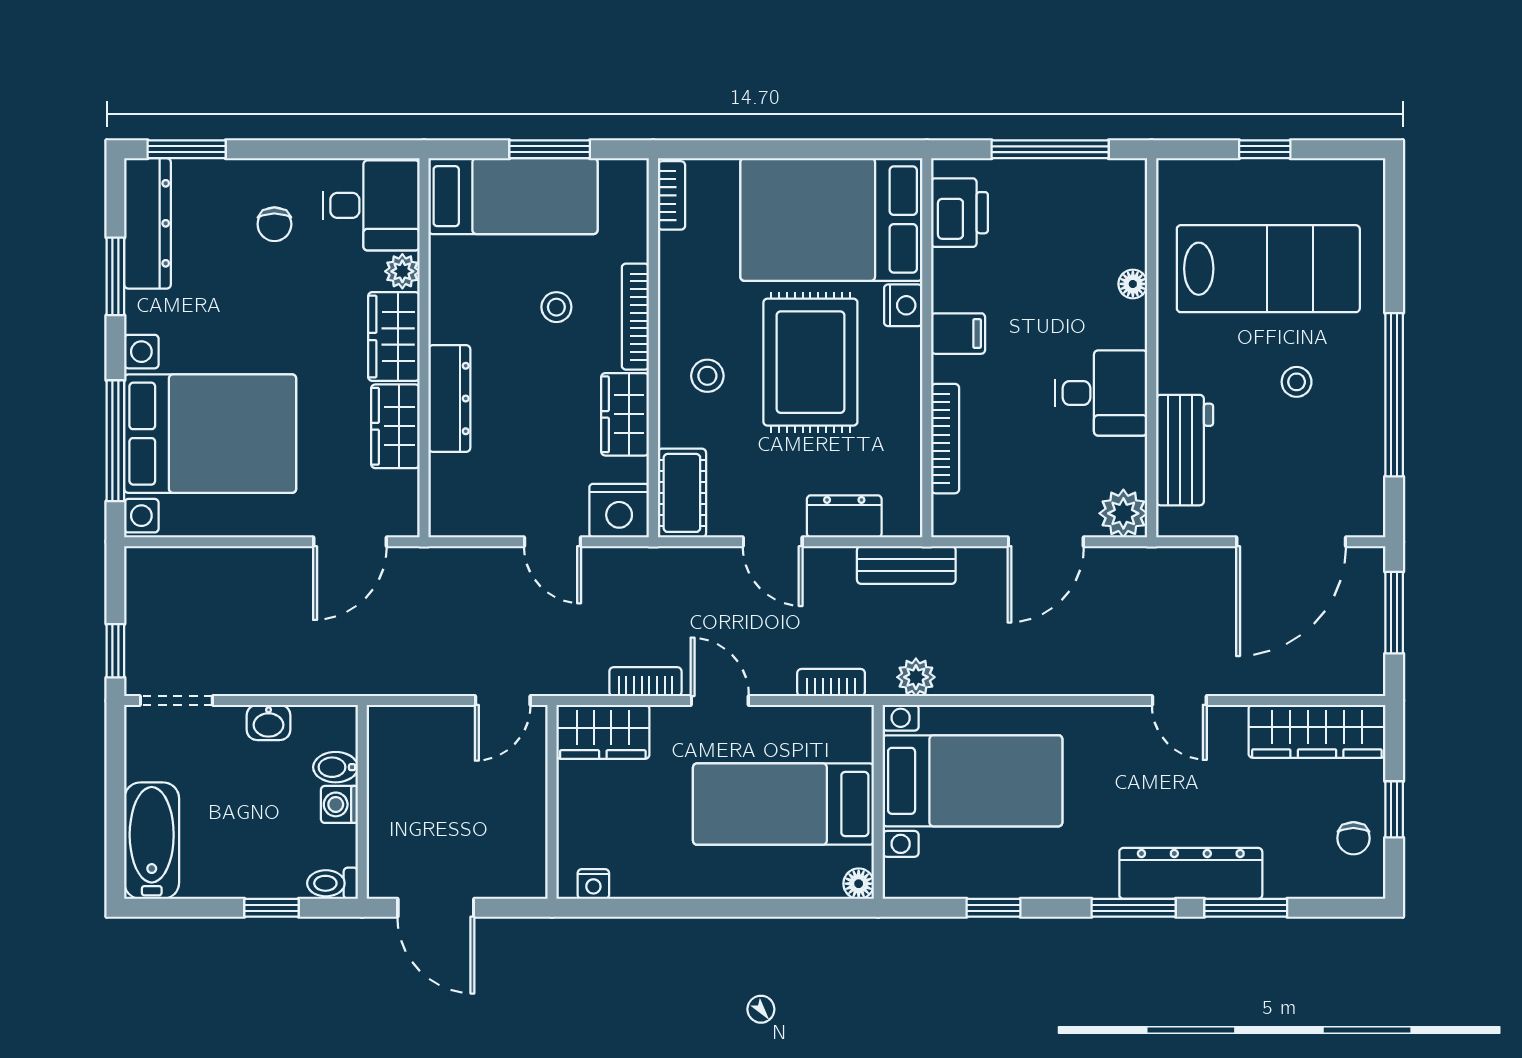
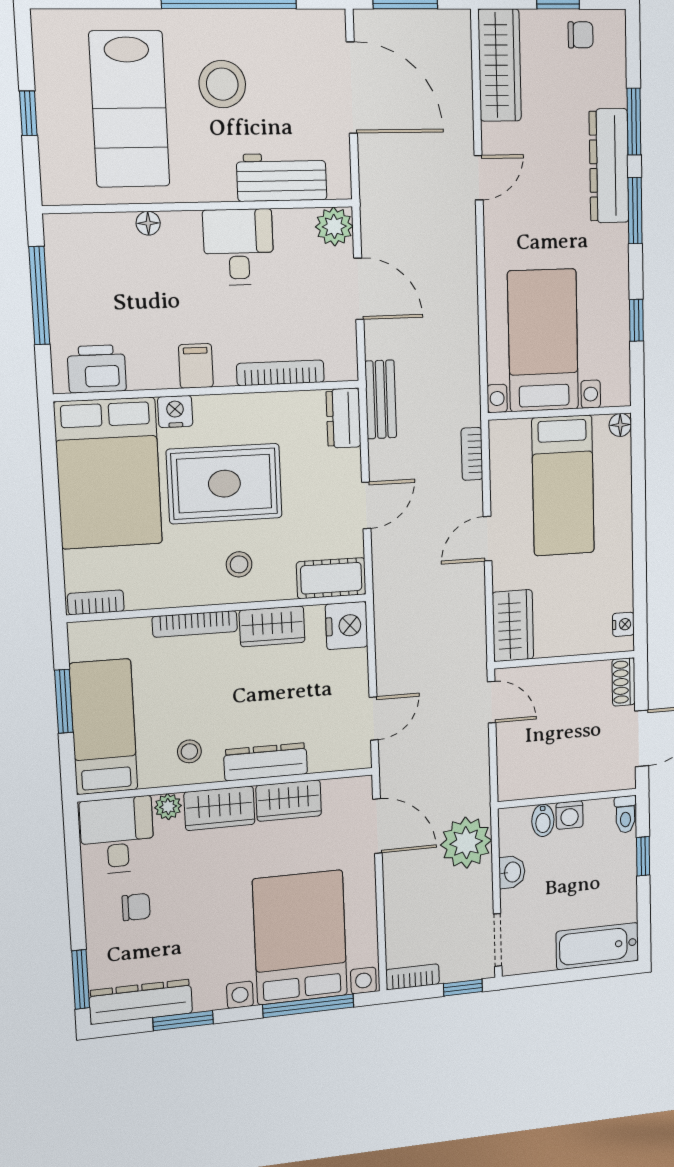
lab bench: (1268, 269) -> (129, 109), turned 180
stool: (556, 307) -> (189, 751), moved
stool: (1297, 382) -> (222, 84), width x1.89, depth x1.89
dresser: (844, 516) -> (343, 418), moved
door: (552, 542) -> (374, 718), moved
plant: (916, 677) -> (466, 843), moved, width x1.88, depth x1.88
bookcase: (645, 682) -> (413, 977), moved, turned 90
shoe rack: (515, 883) -> (624, 682), added

